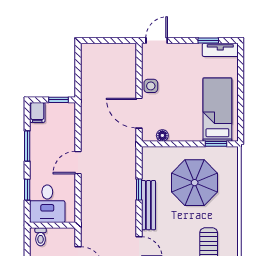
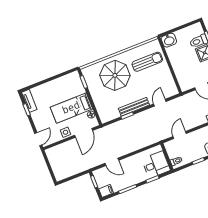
door: (157, 41) -> (38, 139), swing flipped
bed: (217, 110) -> (71, 108), moved
door: (78, 163) -> (112, 162), moved
parasol: (195, 183) -> (115, 75), moved

